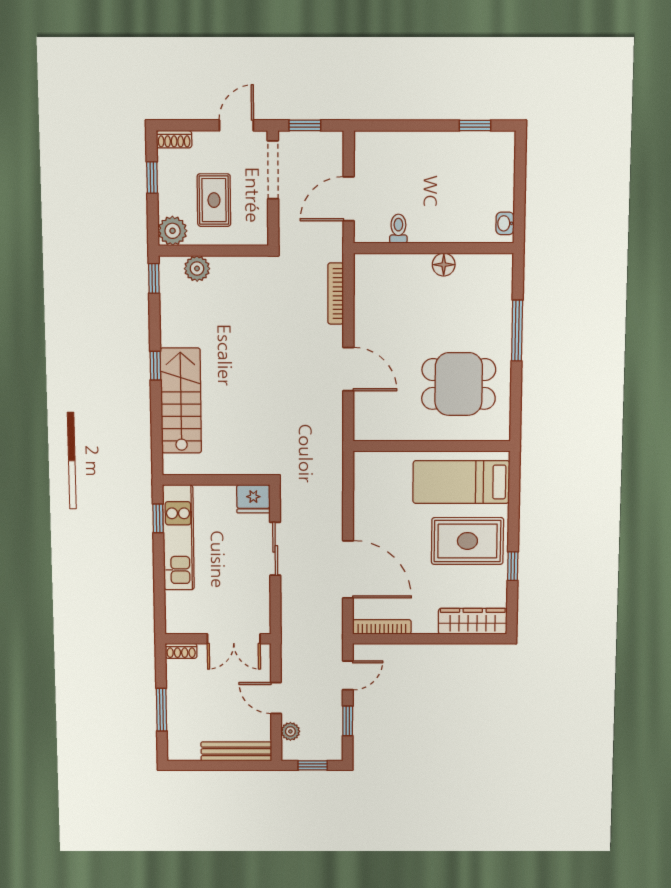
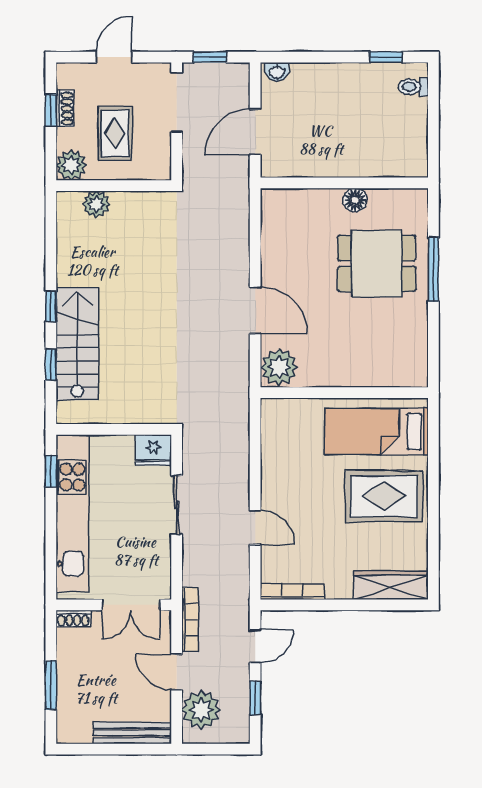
door: (236, 125) -> (114, 57), moved
shoe rack: (174, 139) -> (65, 109), moved, turned -90
washbasin: (505, 223) -> (277, 72), moved, turned -90
toilet: (398, 229) -> (413, 87), moved, turned -90
window: (154, 278) -> (51, 365), moved
bookcase: (336, 294) -> (190, 620), moved, turned 180
dining table: (459, 384) -> (377, 264), moved
plant: (371, 423) -> (279, 367), added
kitchen unit: (178, 537) -> (72, 513), width x1.36
window: (513, 566) -> (433, 524), removed
door: (348, 569) -> (255, 527), width x0.53
plant: (290, 731) -> (201, 710), width x1.87, depth x1.87
window: (313, 765) -> (217, 749), removed

